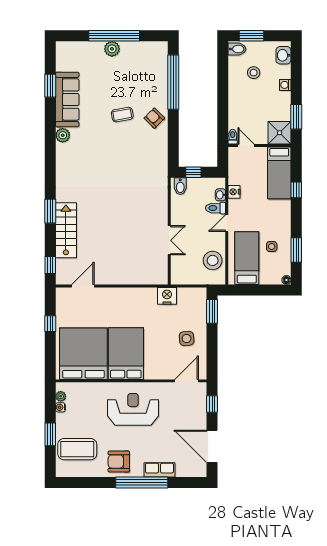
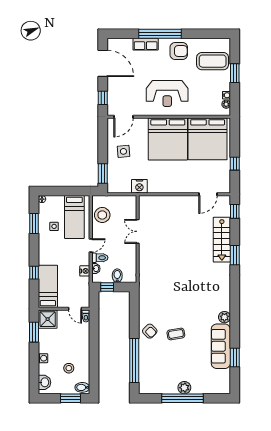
window: (193, 172) -> (107, 287), moved
bidet: (180, 186) -> (117, 276), moved
bed: (126, 354) -> (168, 139), width x1.36

